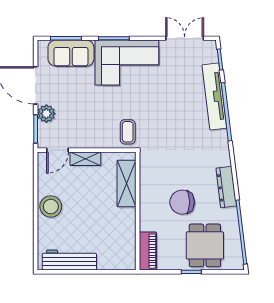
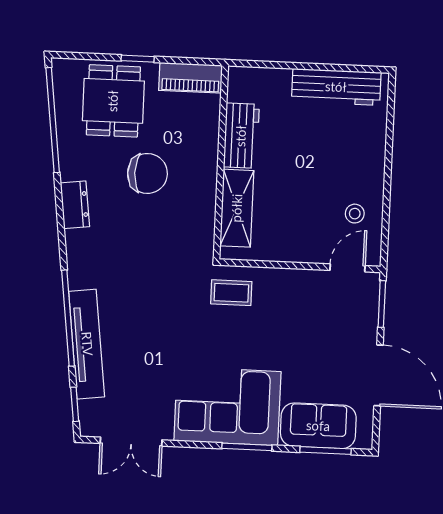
plant: (46, 114) -> (363, 329), removed
coffee table: (128, 132) -> (231, 293), turned 90
shelving: (85, 159) -> (303, 252), removed
dresser: (226, 187) -> (75, 205), width x0.70
stool: (51, 207) -> (355, 214), moved, width x0.53, depth x0.53
workbench: (126, 228) -> (241, 136), added
piano: (148, 251) -> (191, 78), moved, turned -90

